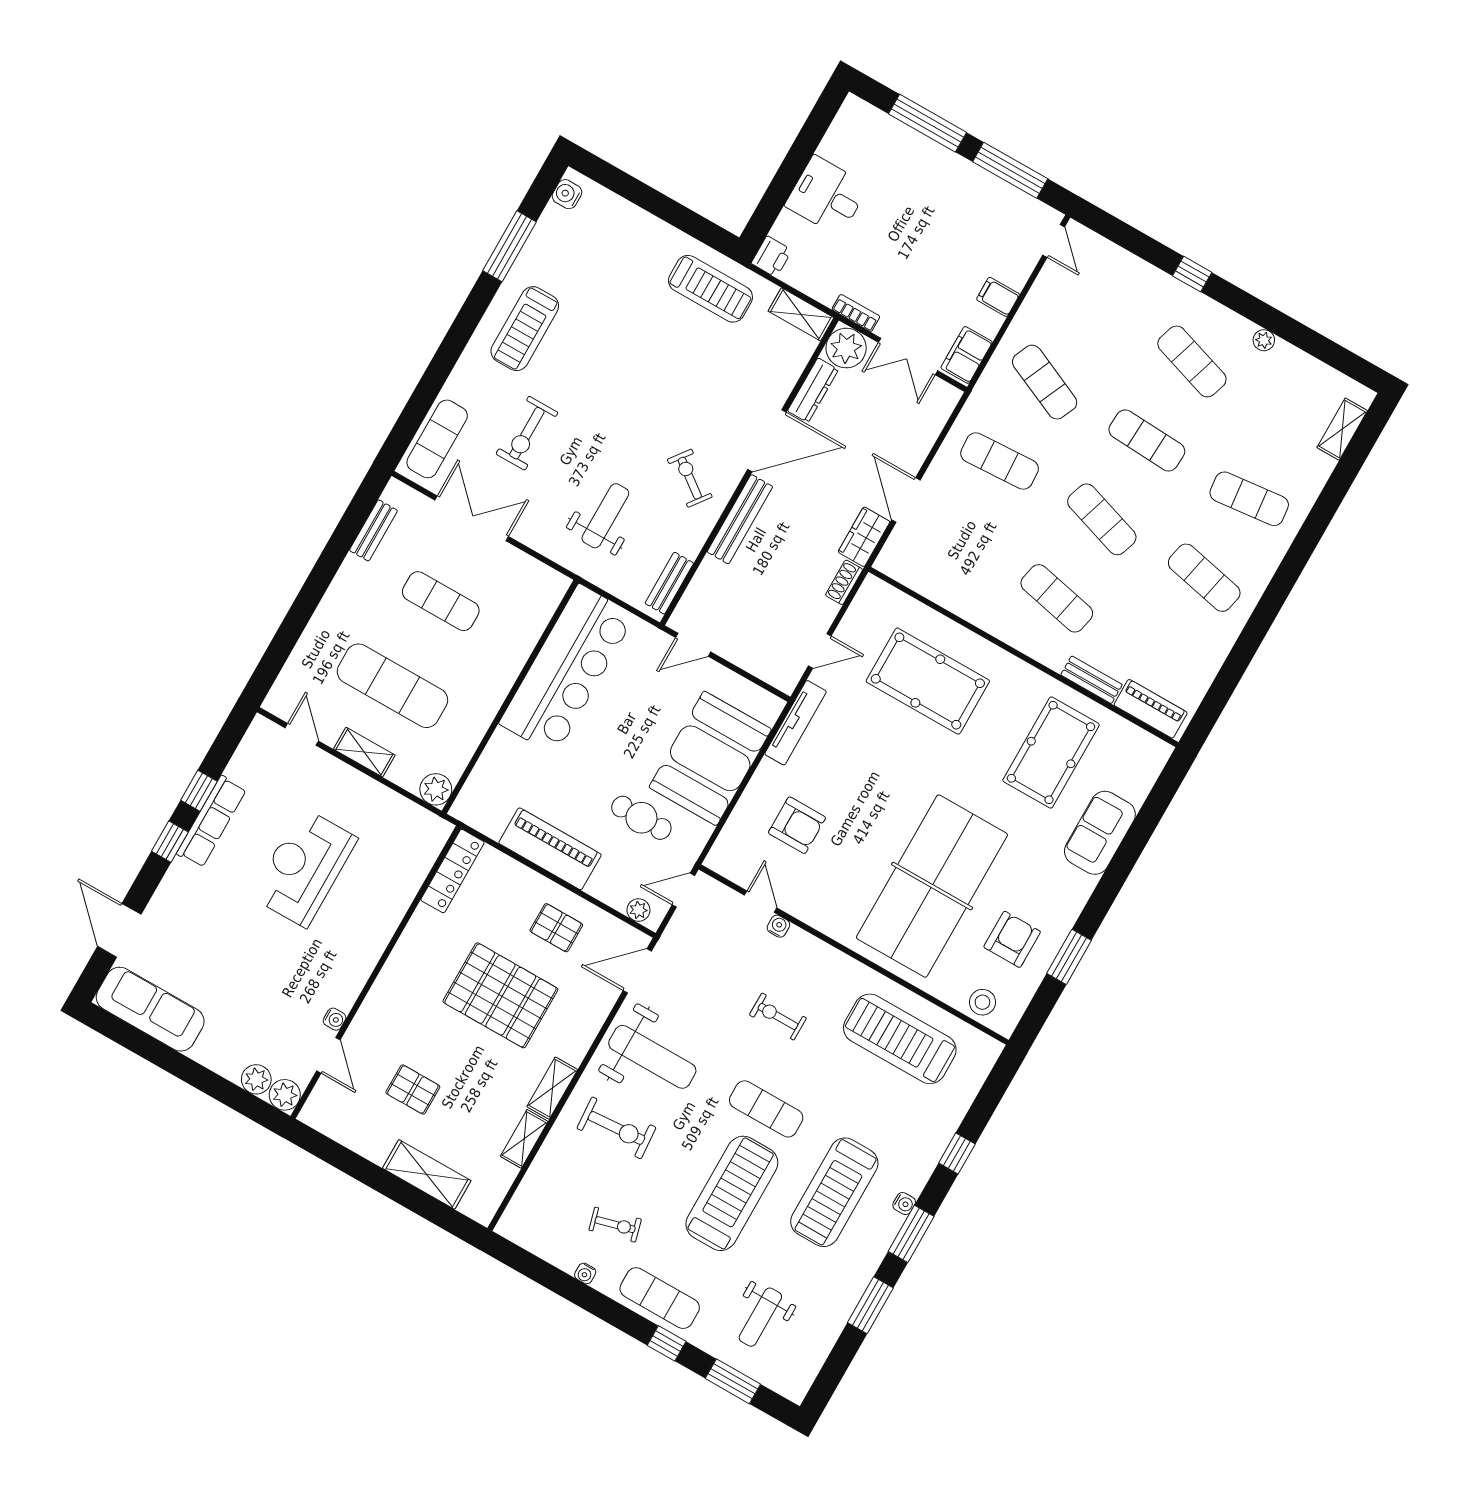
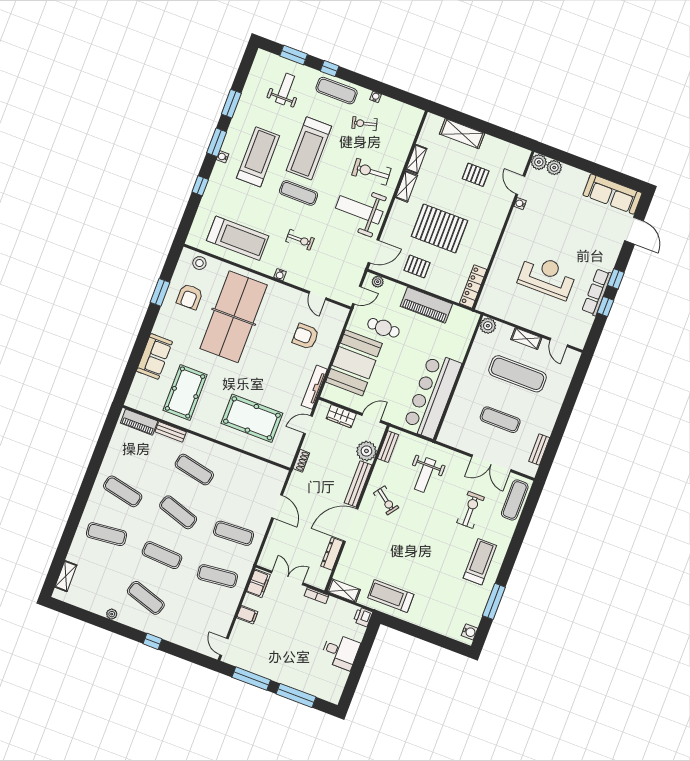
plant: (846, 348) -> (366, 451), moved
exercise mat: (1045, 382) -> (217, 576), turned -30
wardrobe: (864, 537) -> (341, 416), moved, turned 90
reception desk: (304, 867) -> (547, 277), turned -90
water cooler: (778, 926) -> (280, 275), moved

